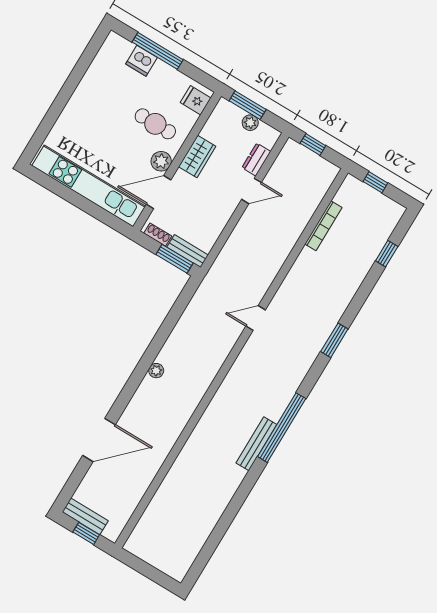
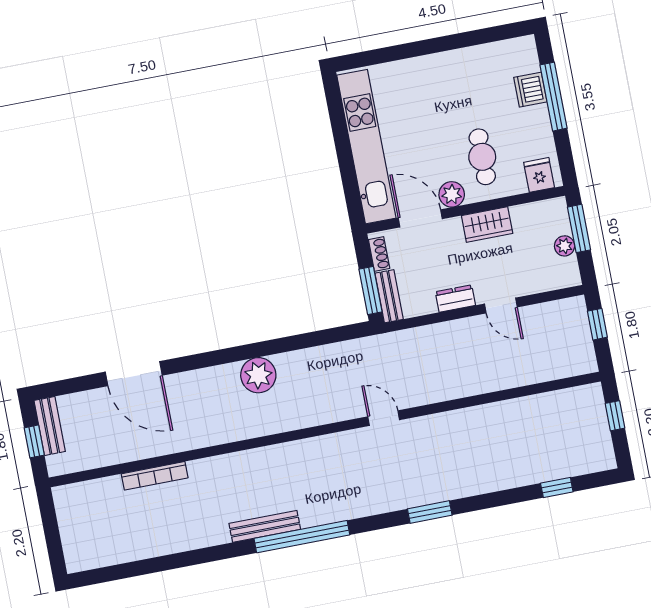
dresser: (256, 160) -> (455, 299), moved
bookcase: (323, 226) -> (155, 476), moved
plant: (156, 371) -> (258, 375), width x1.88, depth x1.88

